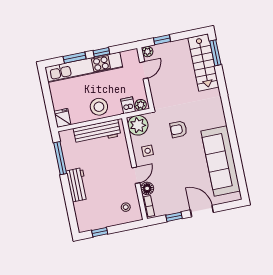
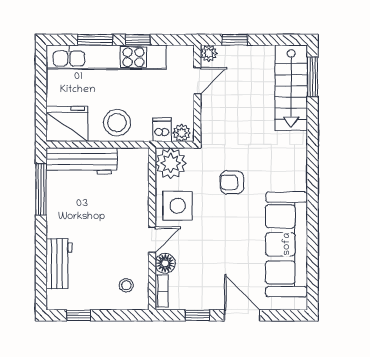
fridge: (62, 118) -> (67, 124), width x1.88, depth x1.34
workbench: (97, 132) -> (82, 161), moved
side table: (148, 151) -> (178, 206), width x1.87, depth x1.87
workbench: (77, 185) -> (59, 264), moved

